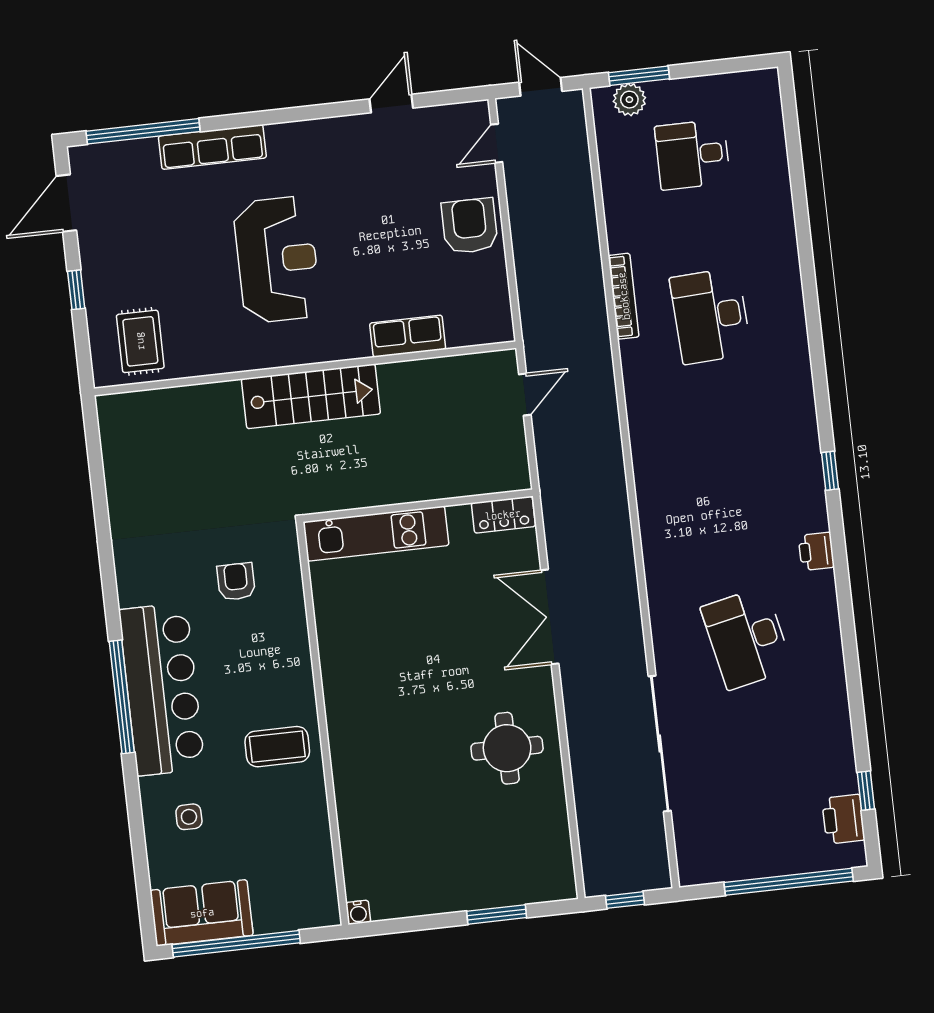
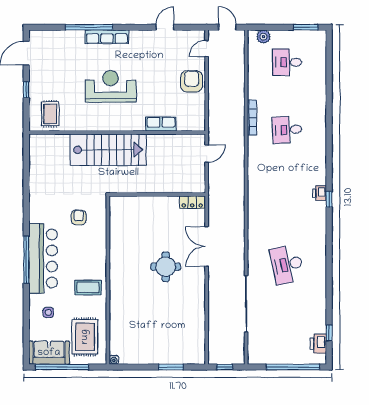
window: (639, 76) -> (306, 27), moved
window: (143, 131) -> (89, 27), moved
row of seats: (212, 147) -> (107, 37), moved
reception desk: (277, 260) -> (111, 86), turned -90
desk: (711, 316) -> (287, 130), width x0.73
stairs: (311, 396) -> (108, 150), width x1.36, depth x1.51
kitchen unit: (376, 534) -> (139, 204), removed
printer: (816, 551) -> (320, 193), moved
round table: (507, 748) -> (166, 267), moved
rug: (283, 865) -> (85, 337), added

